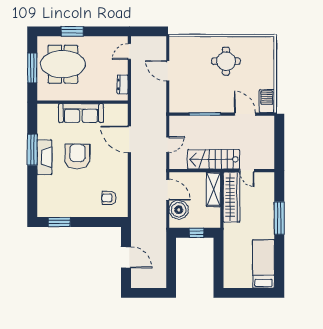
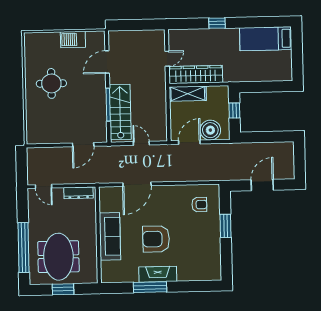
window: (72, 31) -> (23, 248), width x2.11
window: (32, 68) -> (63, 289), width x0.69
door: (168, 71) -> (83, 145), moved
dresser: (123, 84) -> (79, 193), width x1.44
barbecue: (267, 101) -> (73, 40), moved
stairs: (214, 159) -> (120, 112), moved, turned 180
armchair: (109, 198) -> (199, 205), turned -90
window: (279, 218) -> (217, 23), width x0.46
window: (59, 222) -> (226, 226), moved

